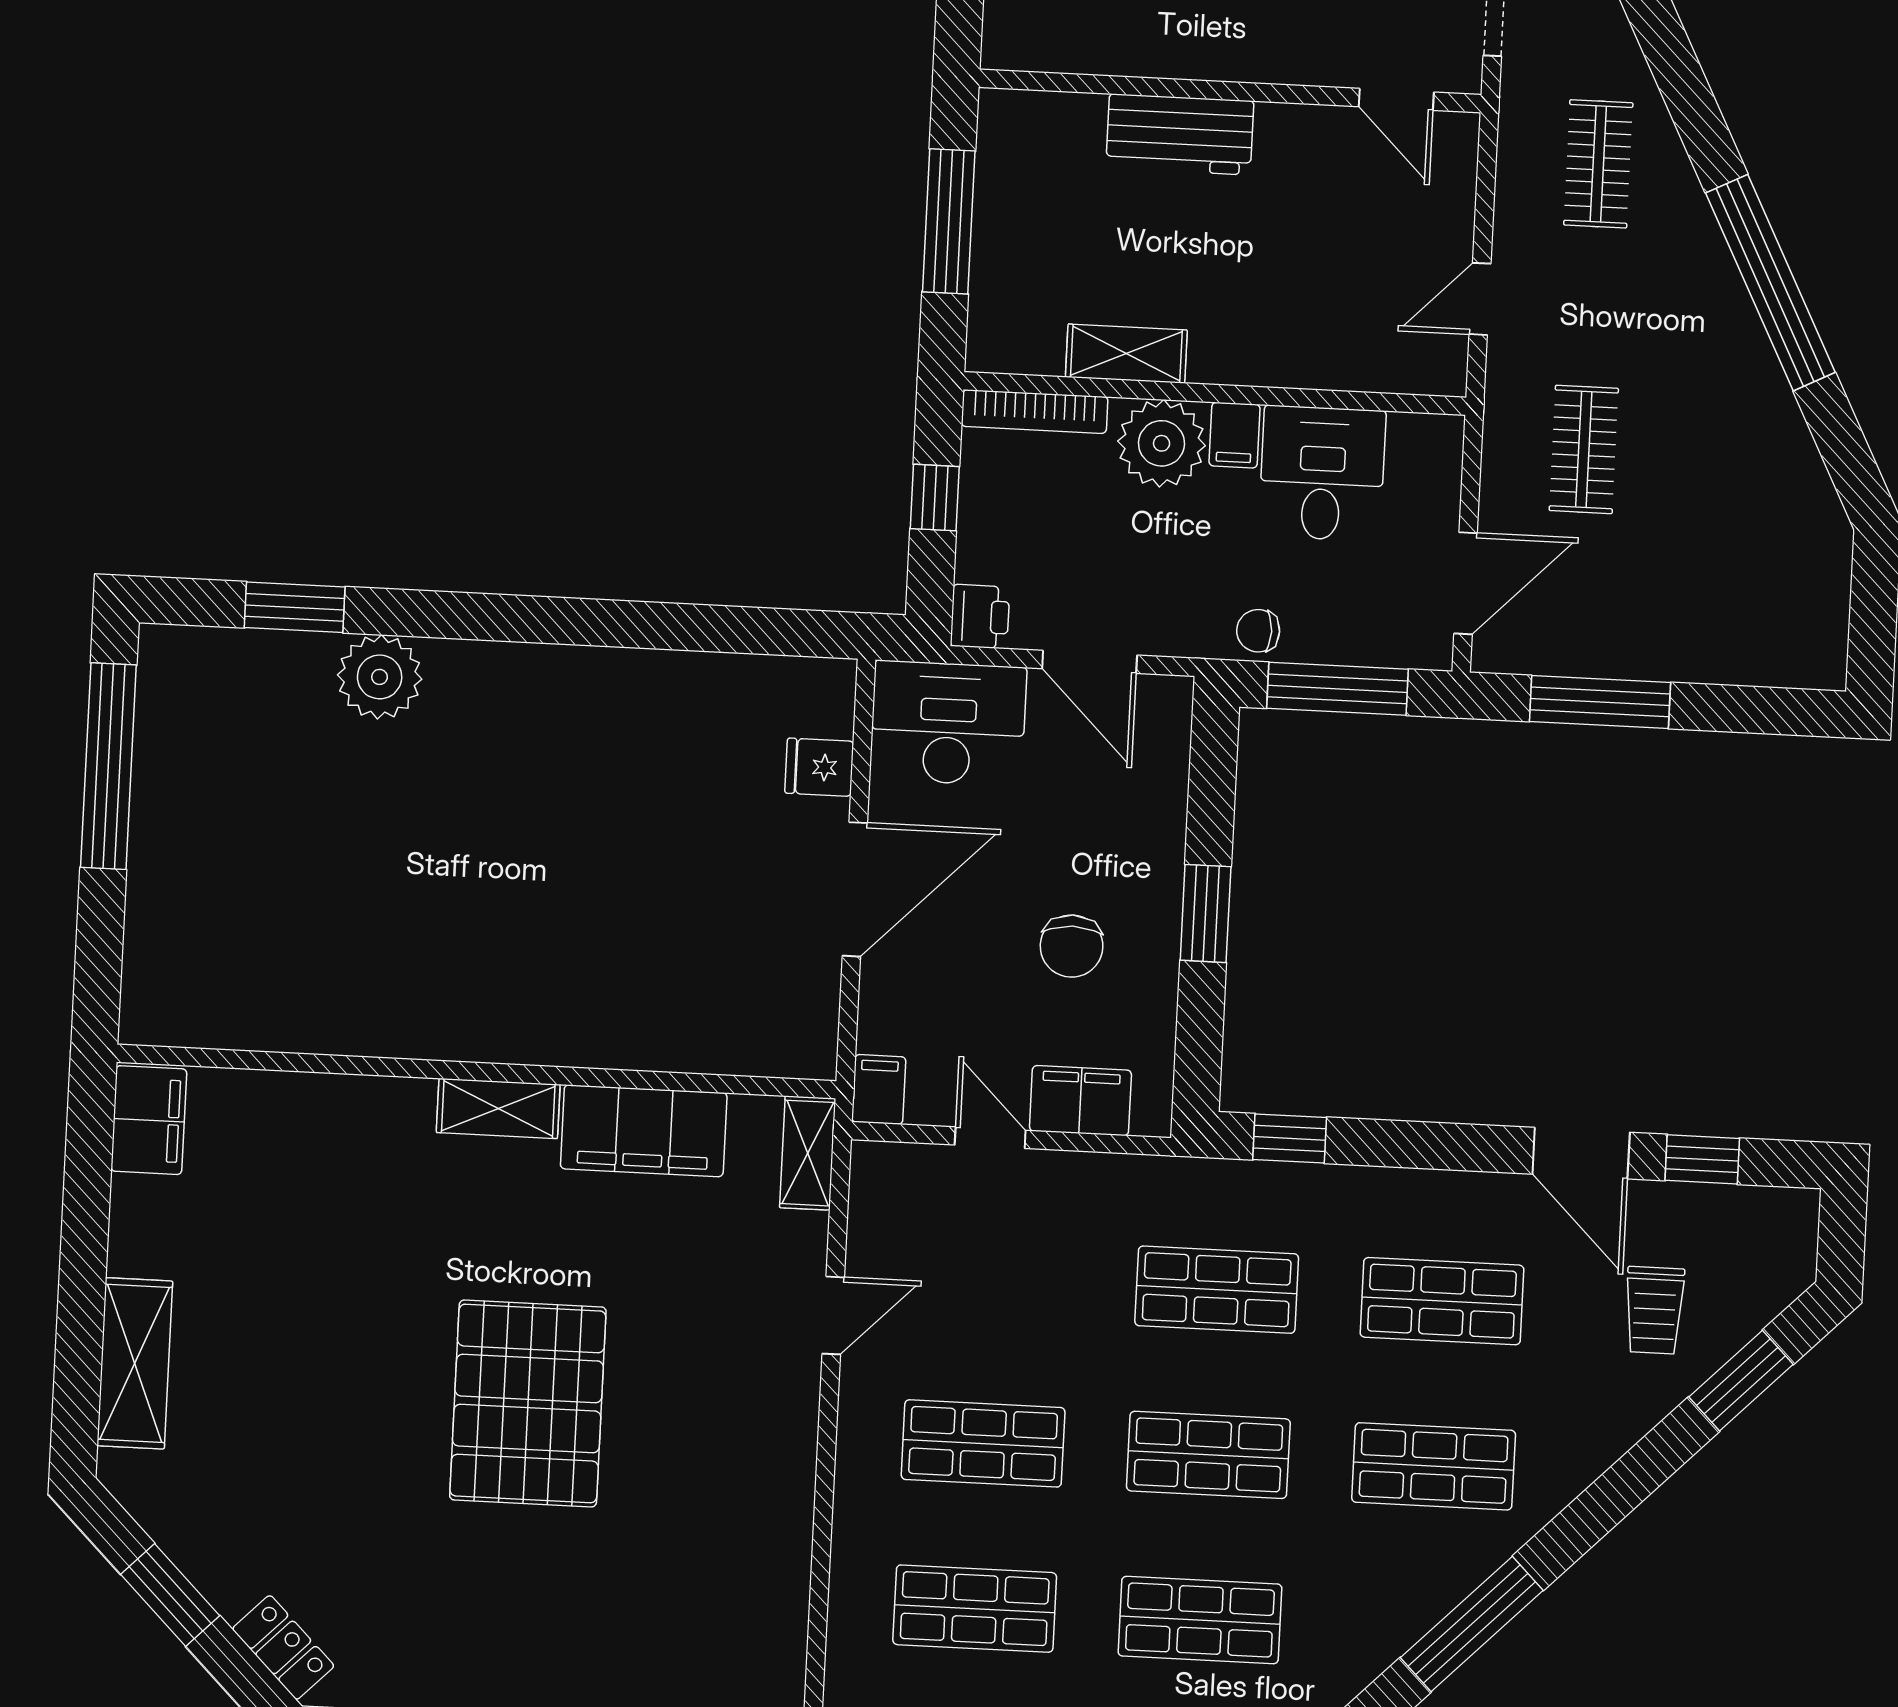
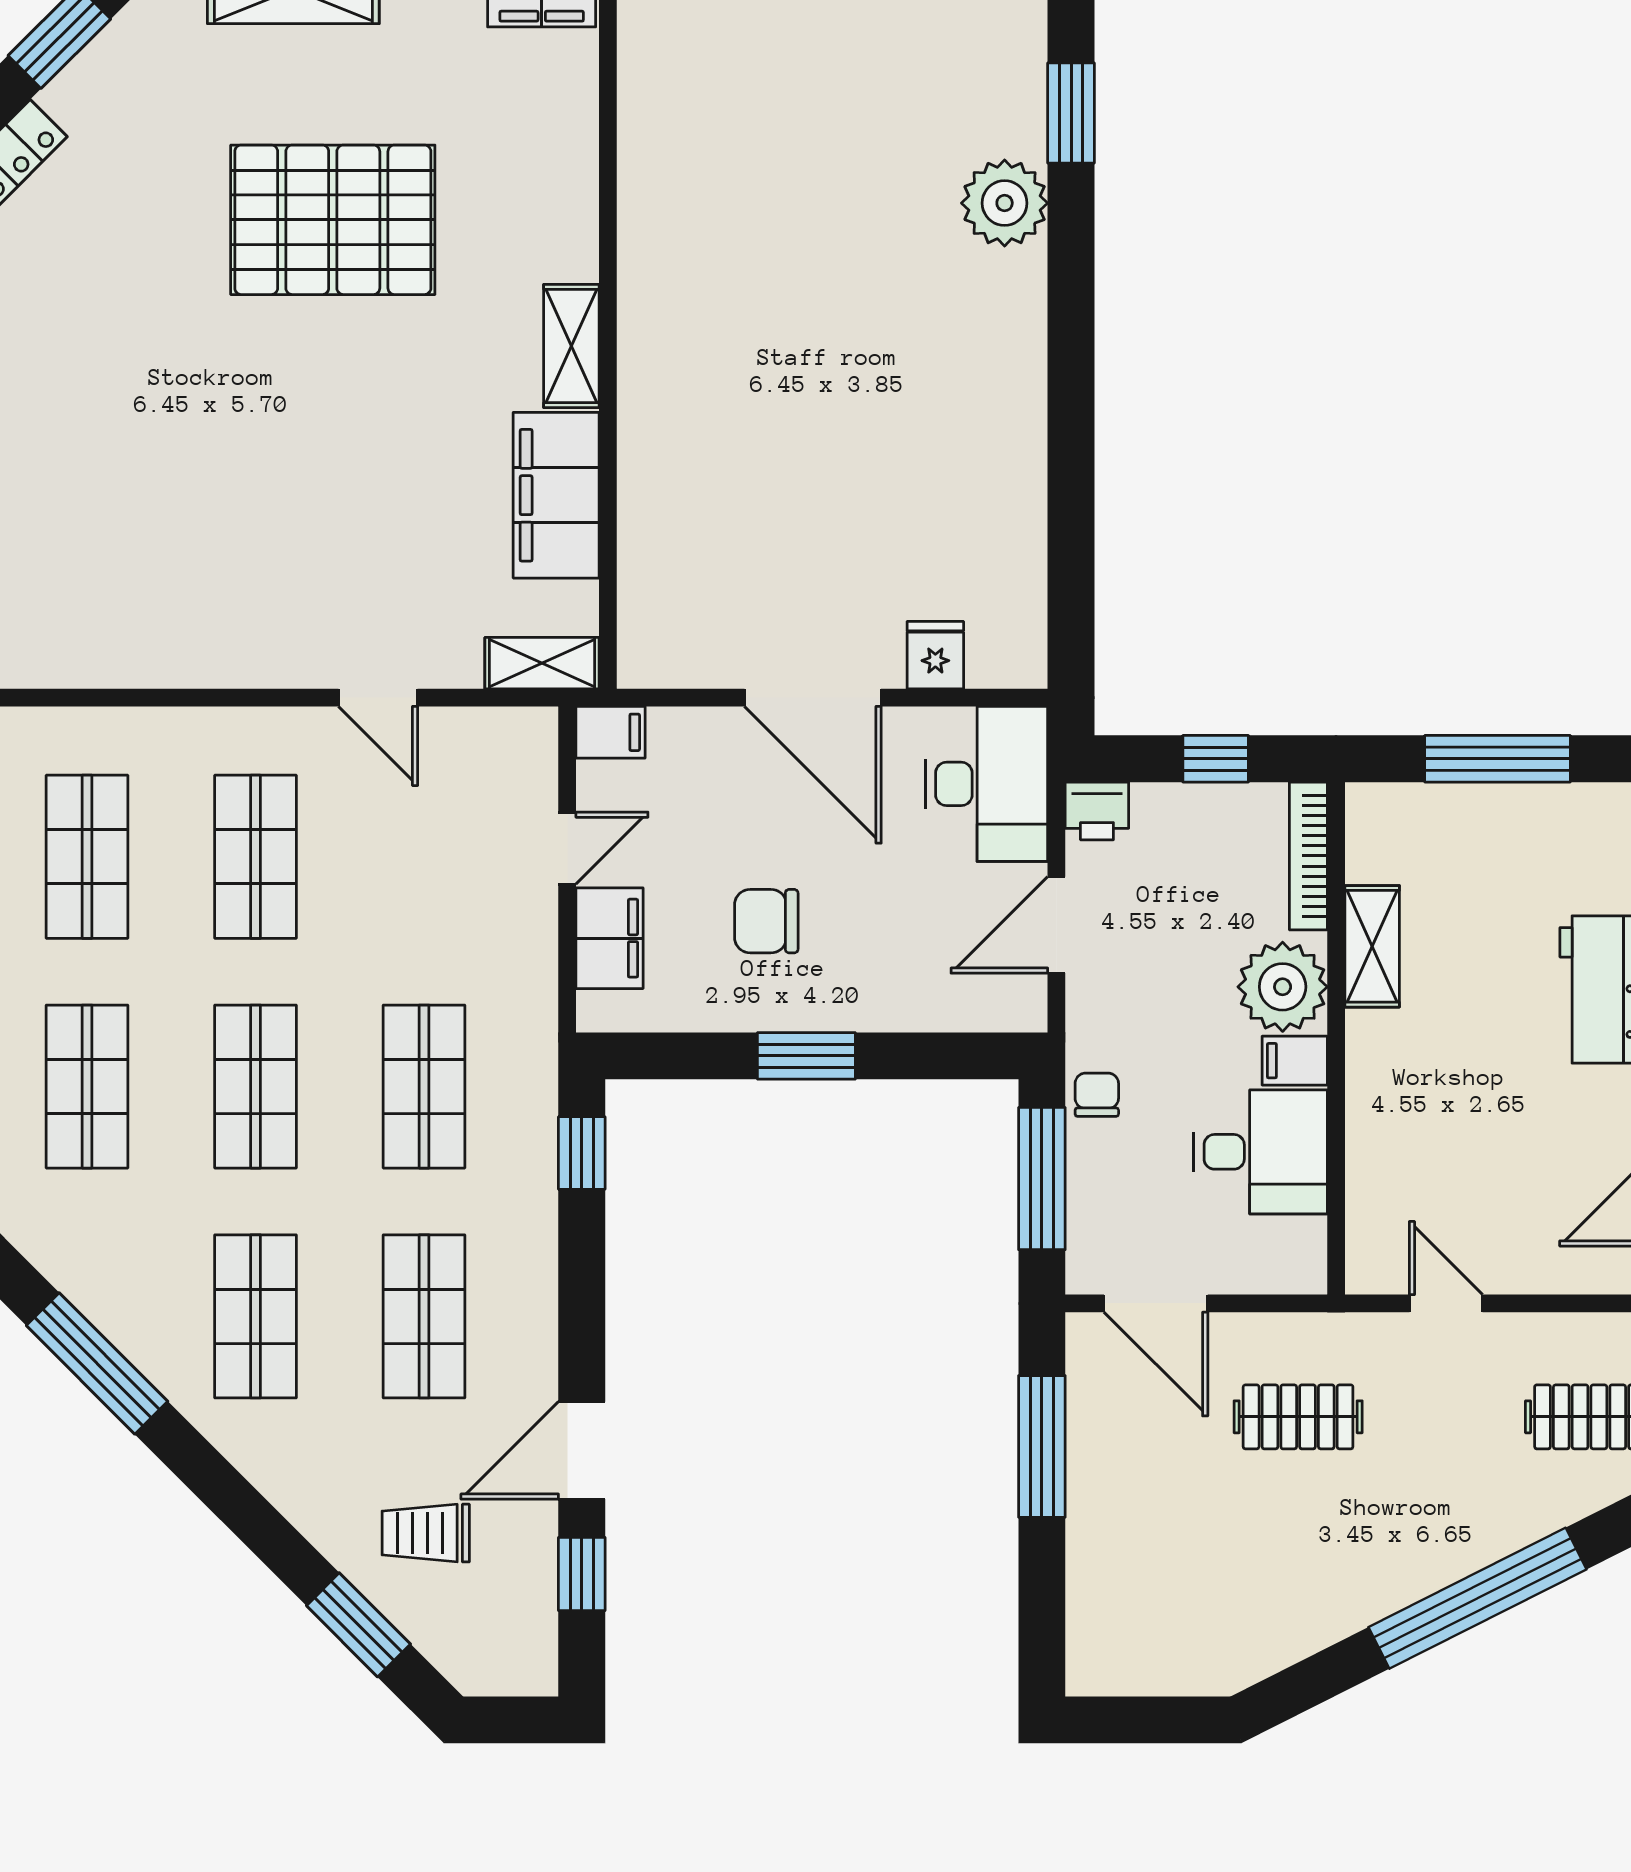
pallet: (528, 1403) -> (333, 220), moved

